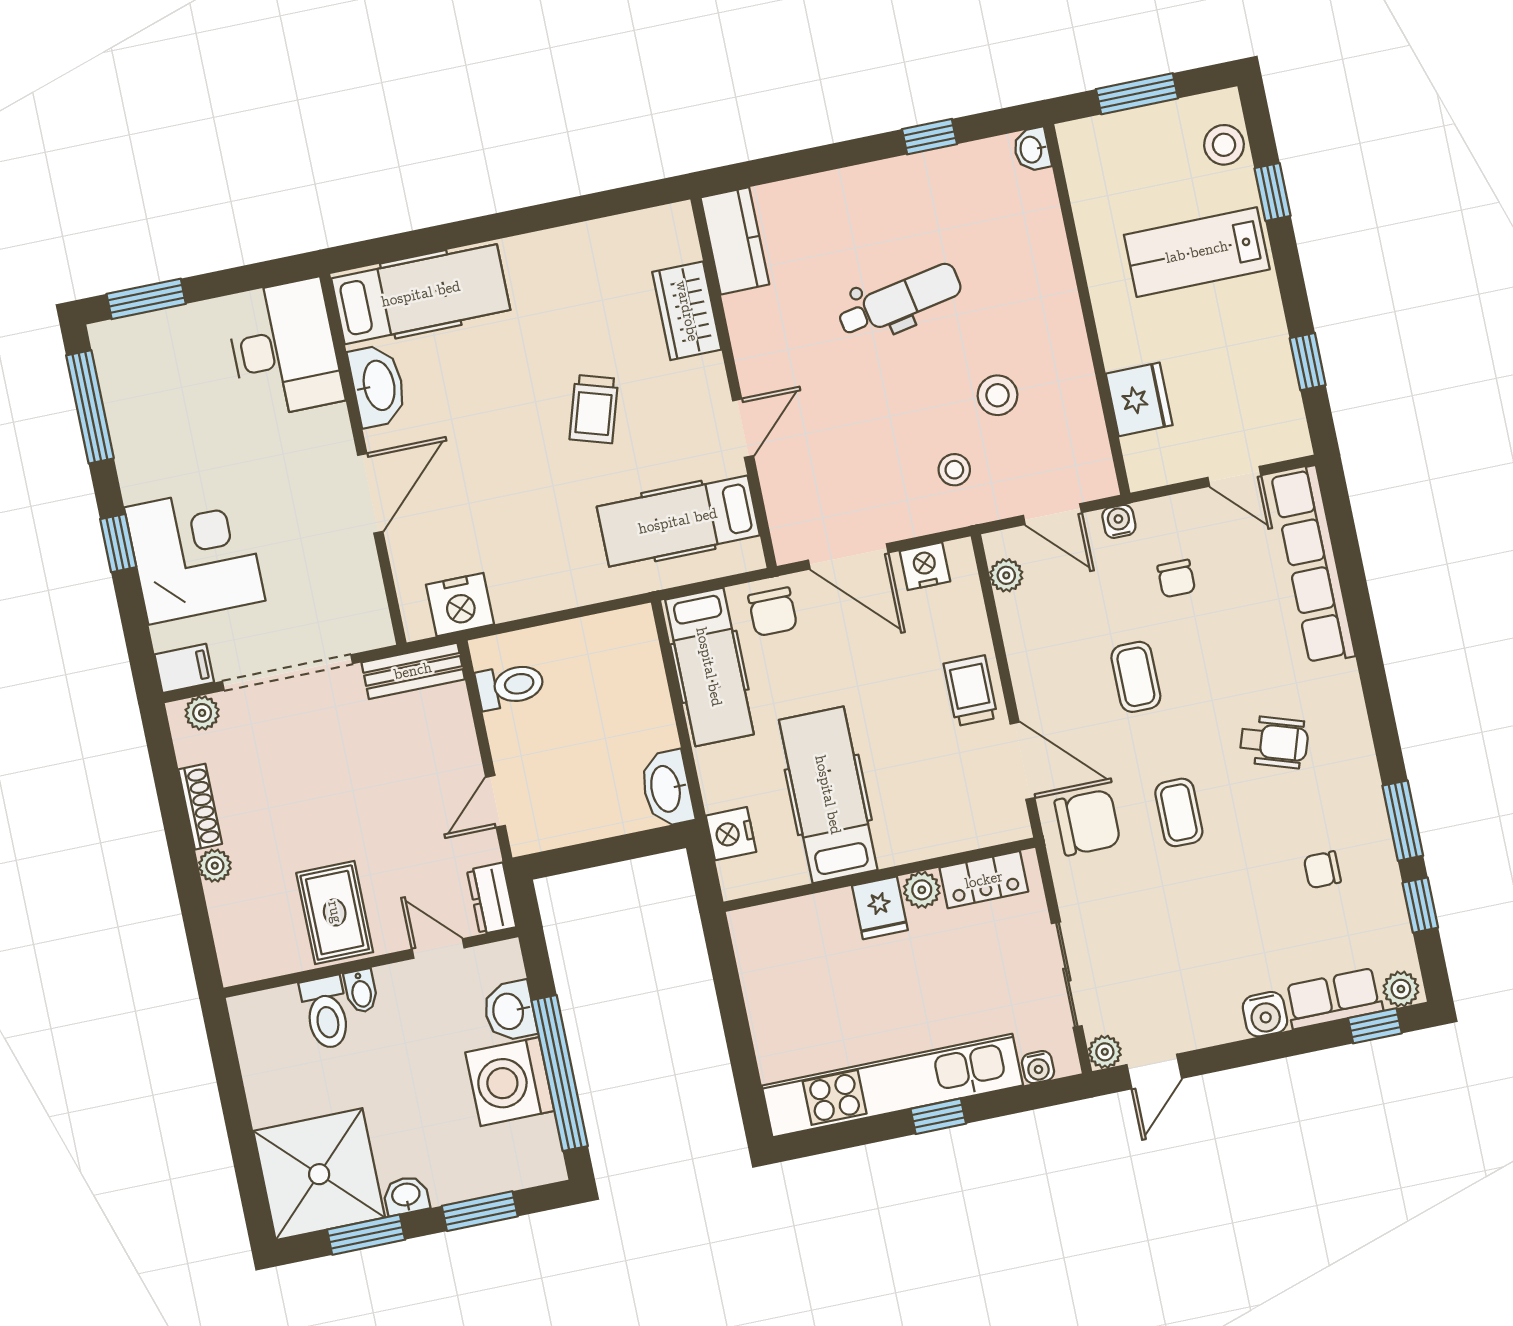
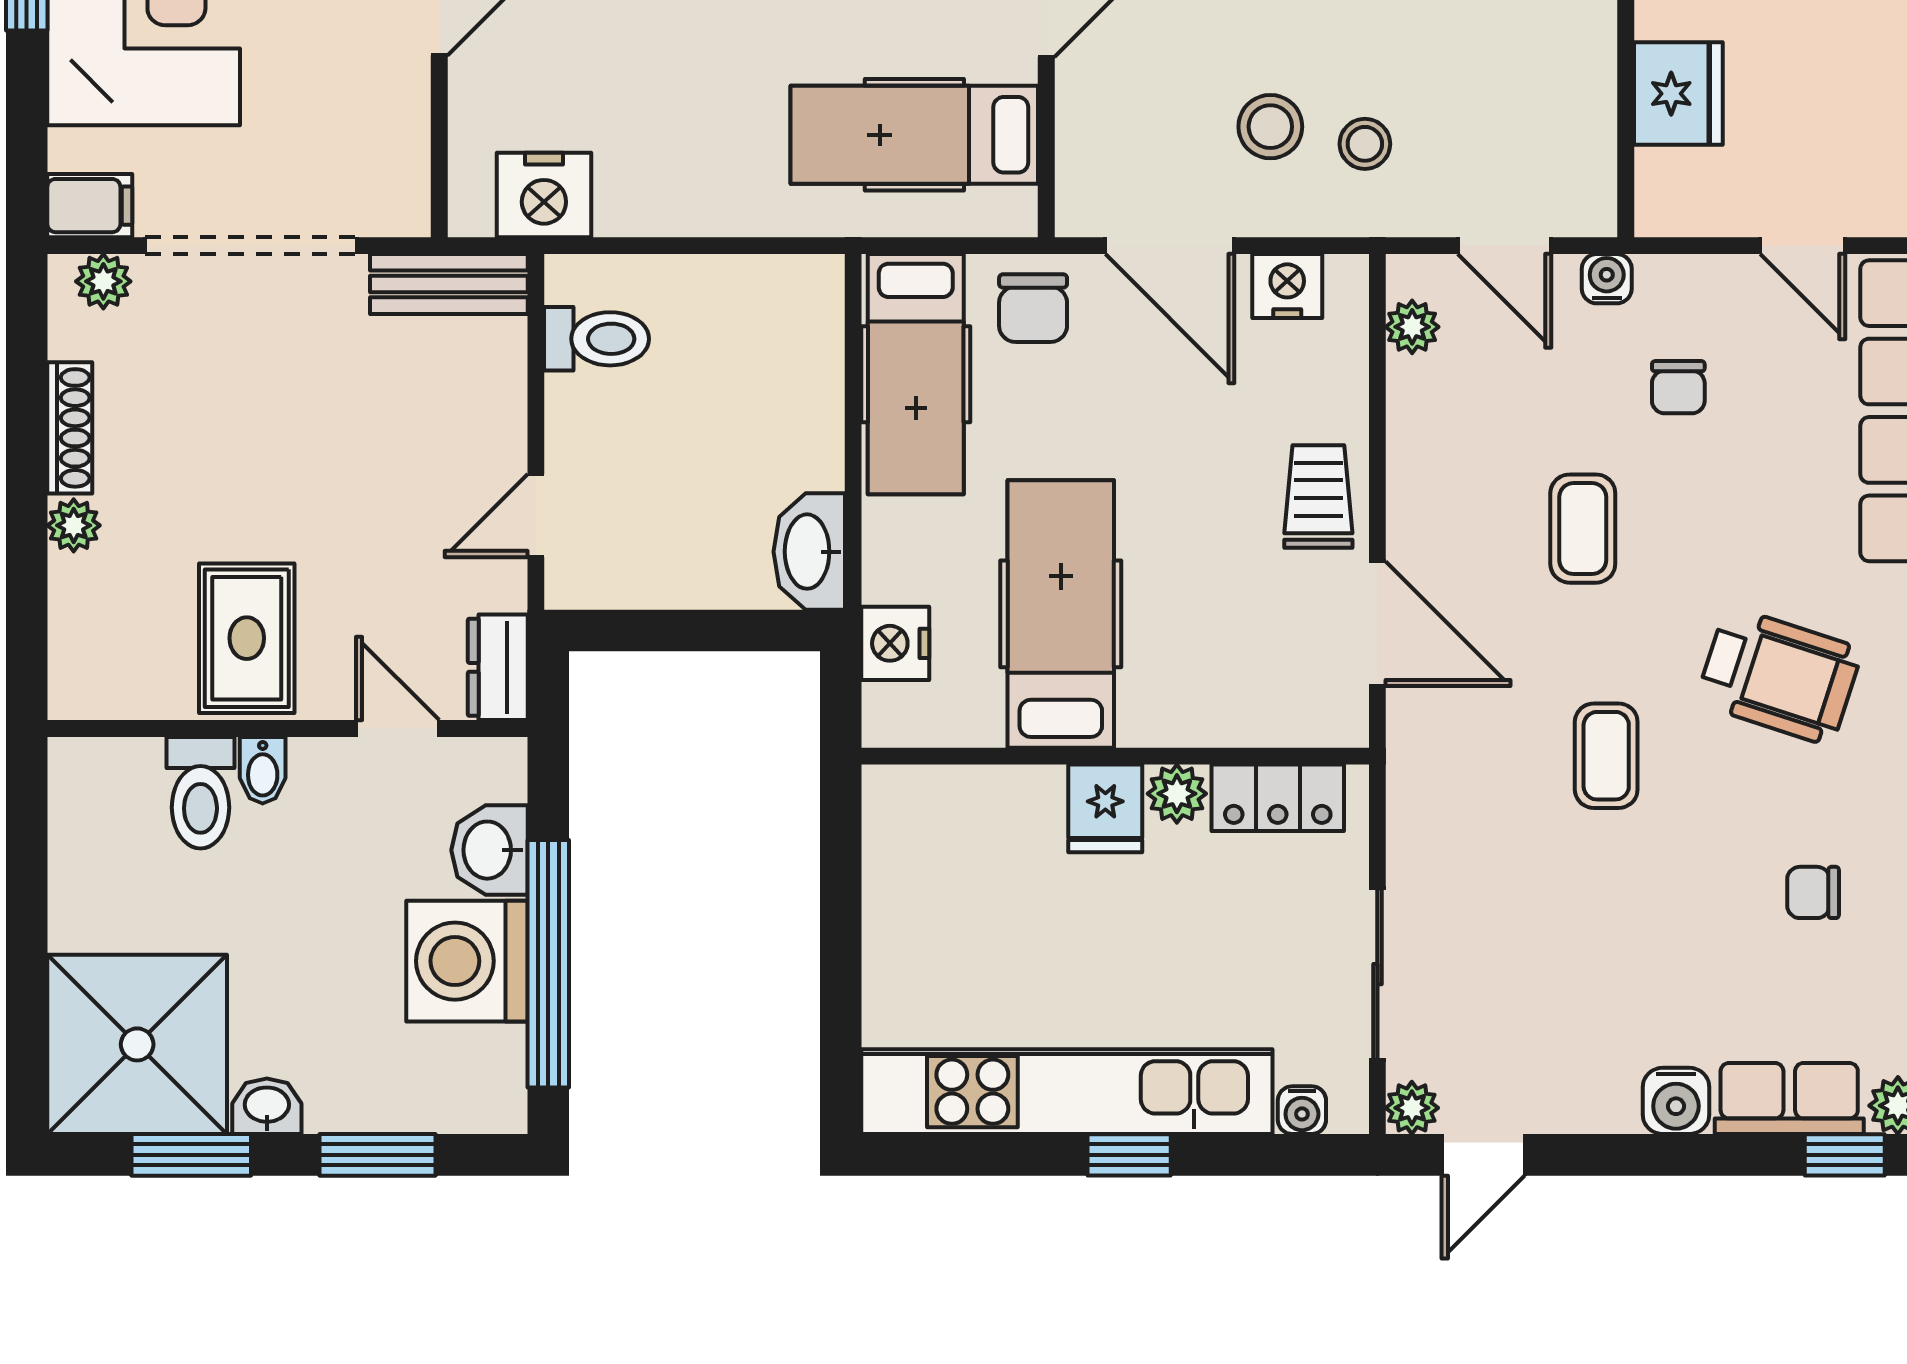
stool: (998, 395) -> (1270, 127), moved
wheelchair: (1274, 742) -> (1779, 676), width x1.36, depth x1.37
chair: (1088, 822) -> (1459, 742), removed

